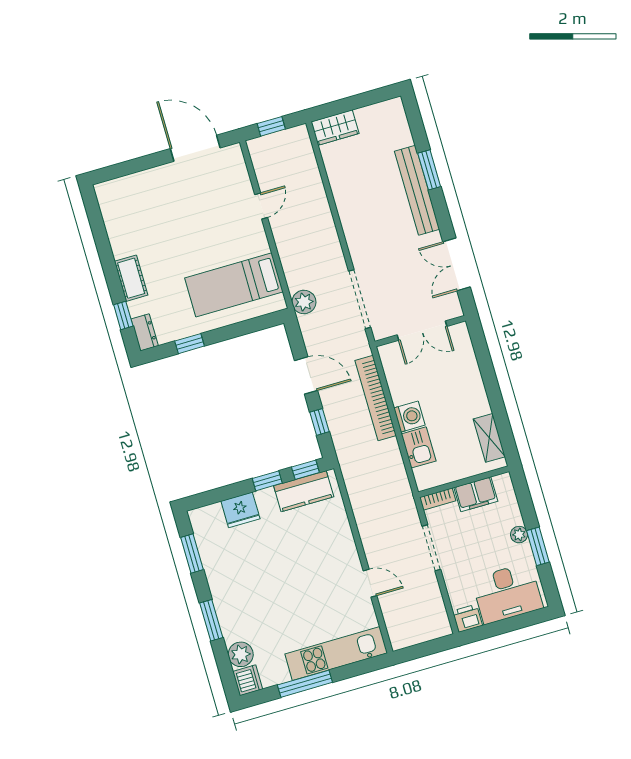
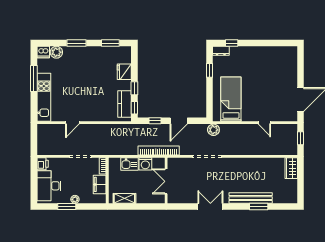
cot: (131, 278) -> (248, 52), removed
wall: (420, 331) -> (166, 181), moved
double door: (422, 331) -> (166, 181), moved

